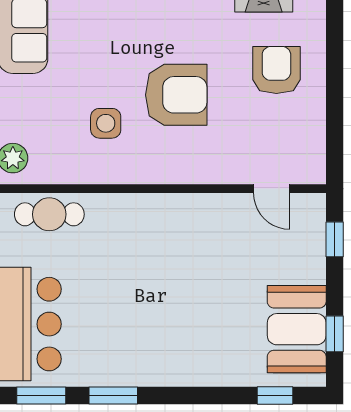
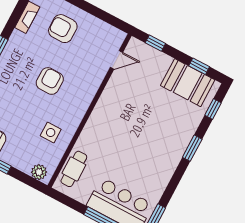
armchair: (176, 95) -> (50, 81), width x0.73, depth x0.73
side table: (106, 123) -> (51, 133), moved
window: (113, 395) -> (192, 148), moved

